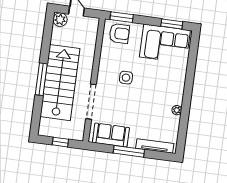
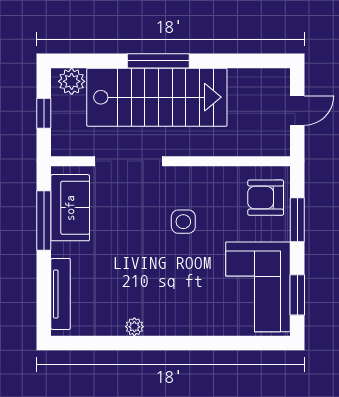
window: (122, 17) -> (297, 220), moved
plant: (60, 20) -> (72, 81), moved
armchair: (119, 33) -> (266, 198), turned 90
window: (129, 151) -> (44, 220), moved

